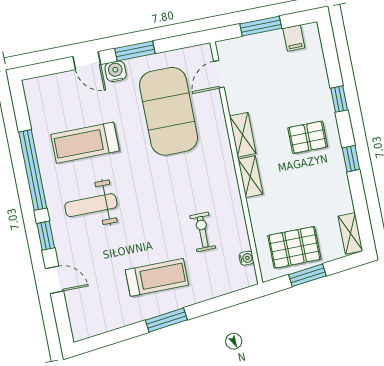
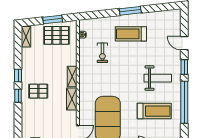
window: (339, 99) -> (18, 96), moved

